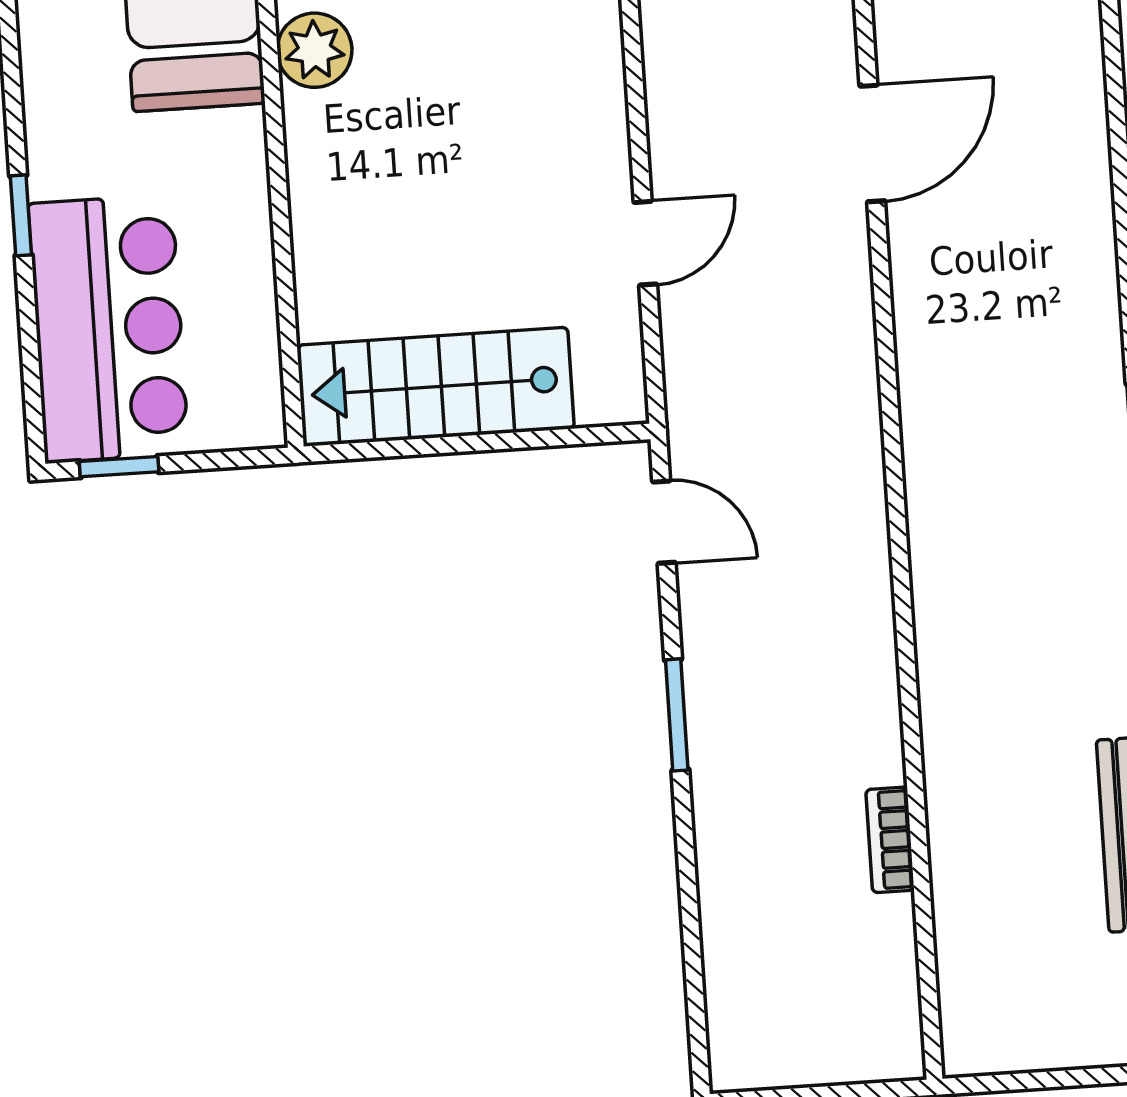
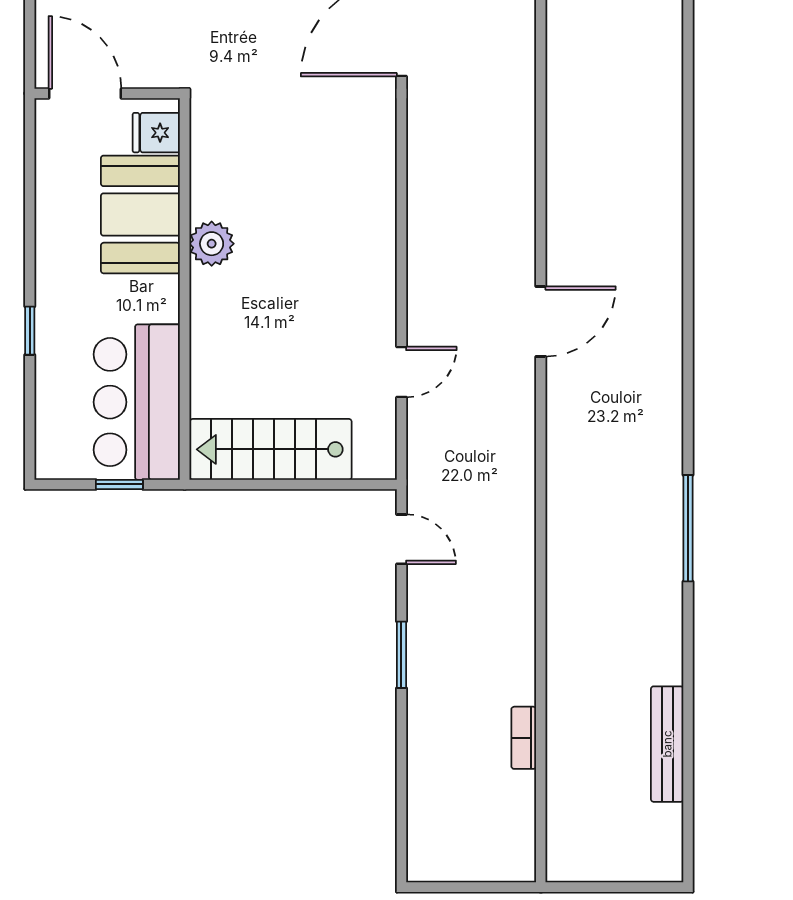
bar counter: (109, 328) -> (137, 402), moved, turned 180
window: (119, 467) -> (119, 484), moved

